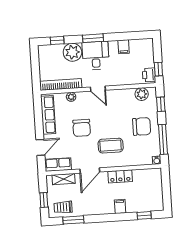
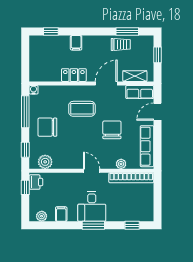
plant: (72, 52) -> (42, 216), moved, width x0.53, depth x0.53
trolley: (63, 207) -> (121, 44), moved

